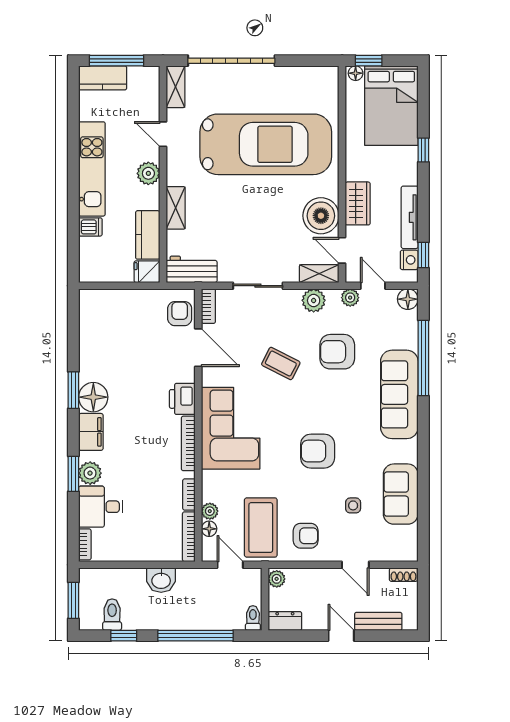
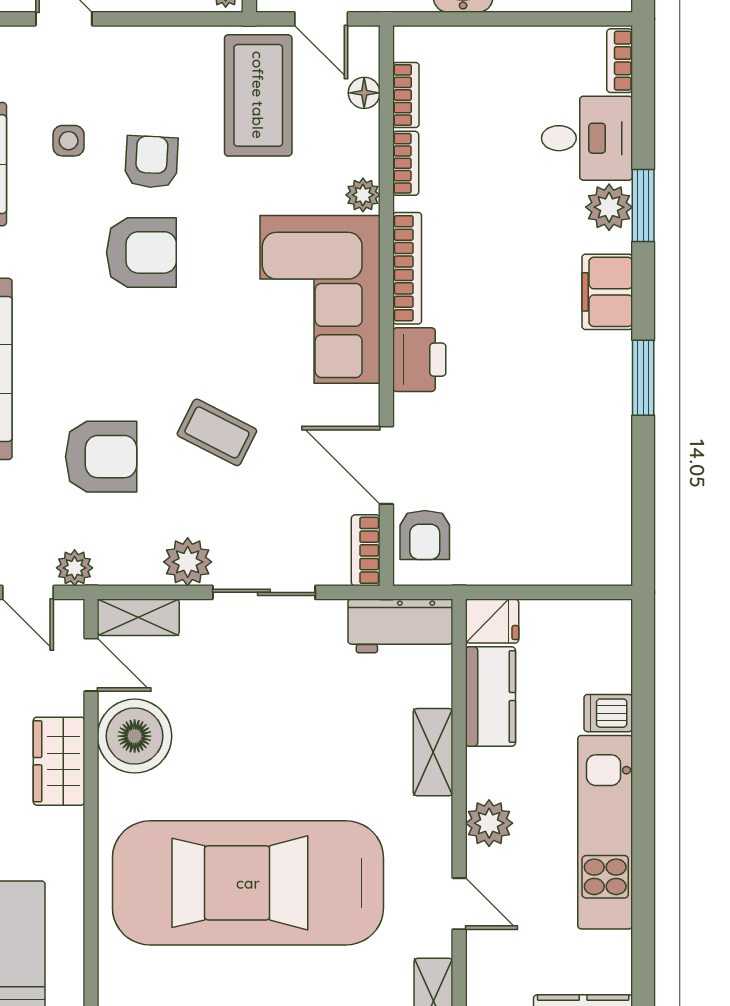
plant: (314, 300) -> (188, 562), moved
floor lamp: (93, 397) -> (602, 363), removed
plant: (210, 511) -> (363, 195), moved
armchair: (306, 536) -> (151, 162), moved, turned 93
bookcase: (189, 537) -> (406, 95), width x0.64

